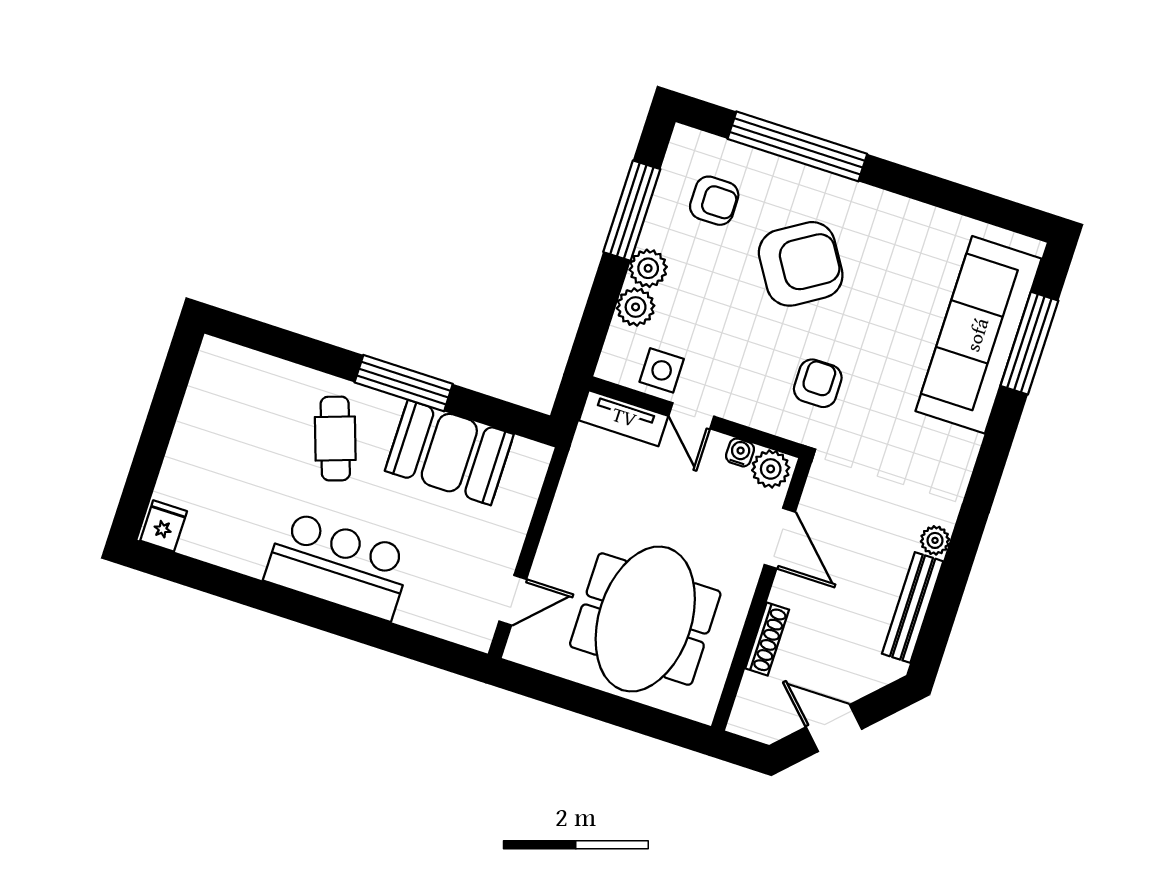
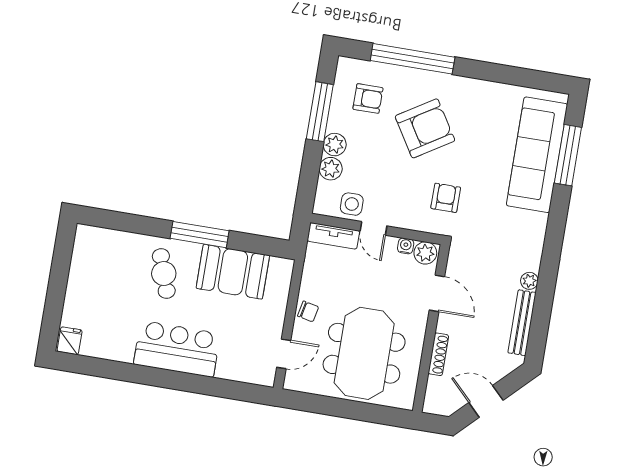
chair: (563, 536) -> (308, 311), added

